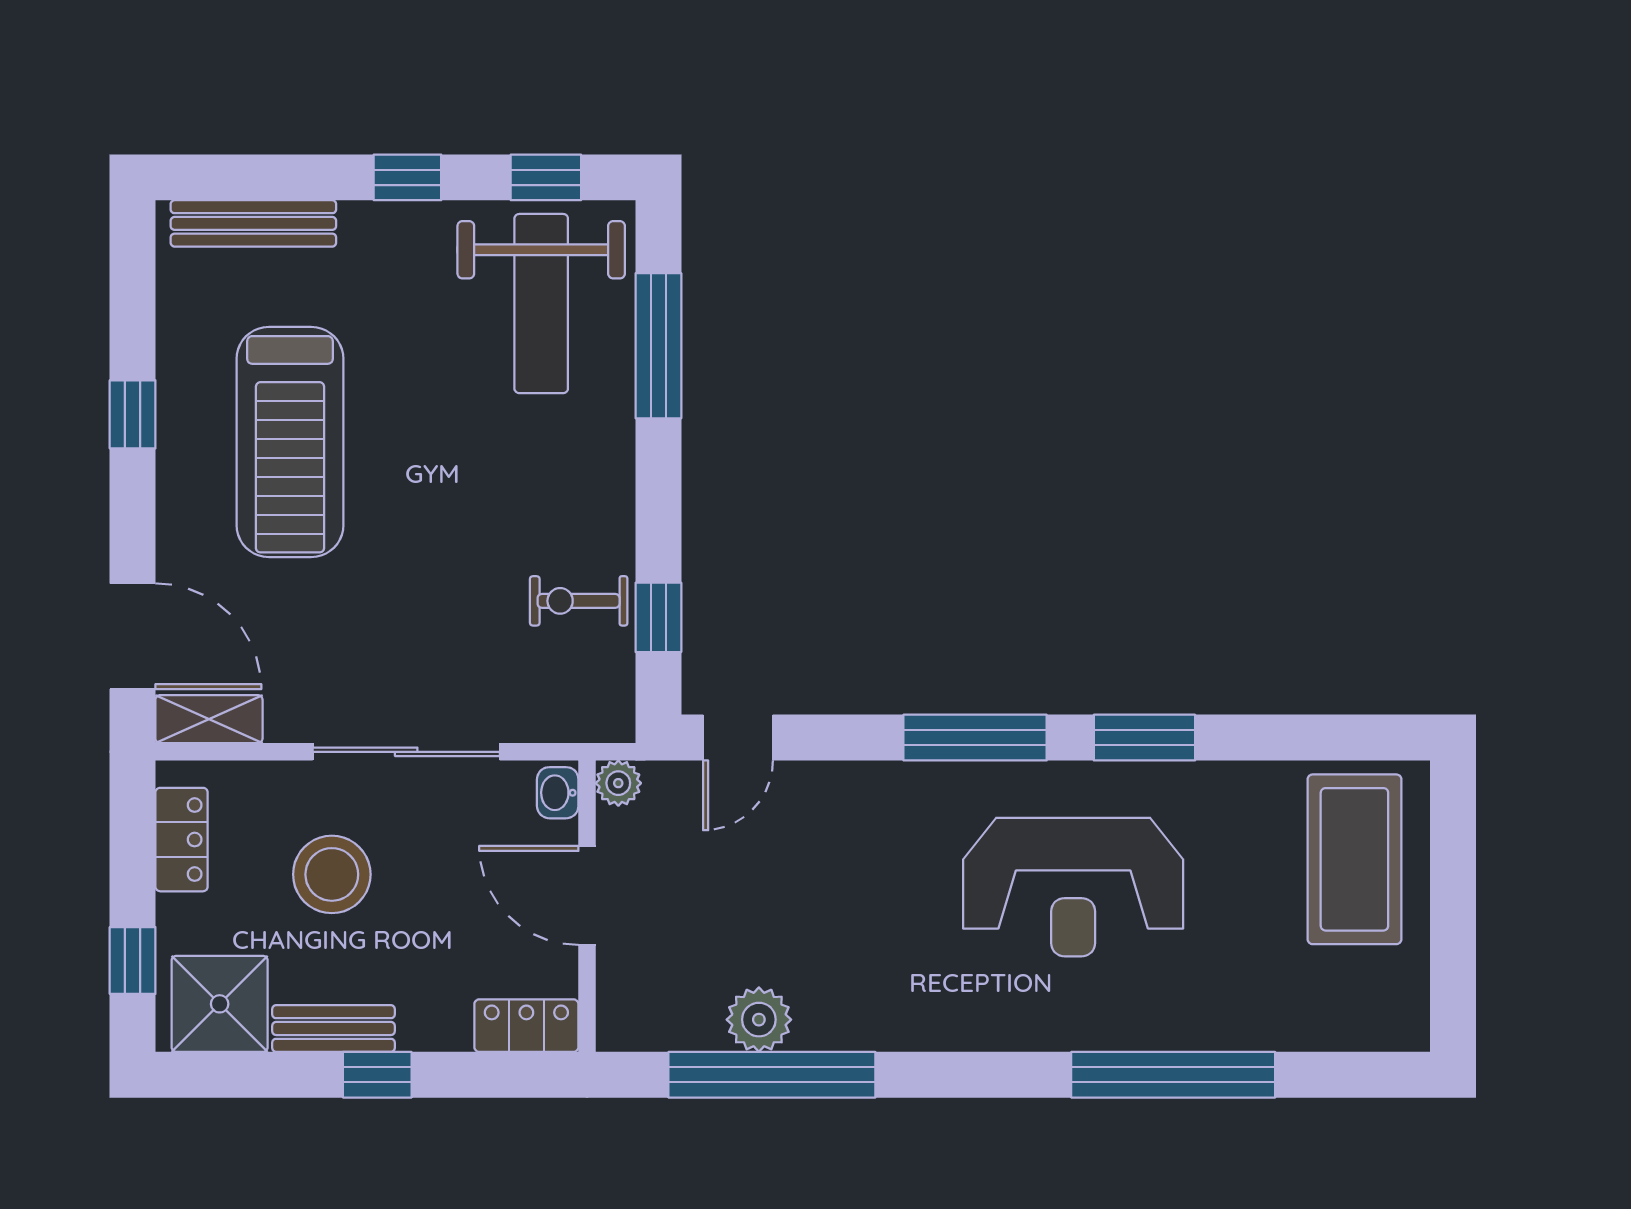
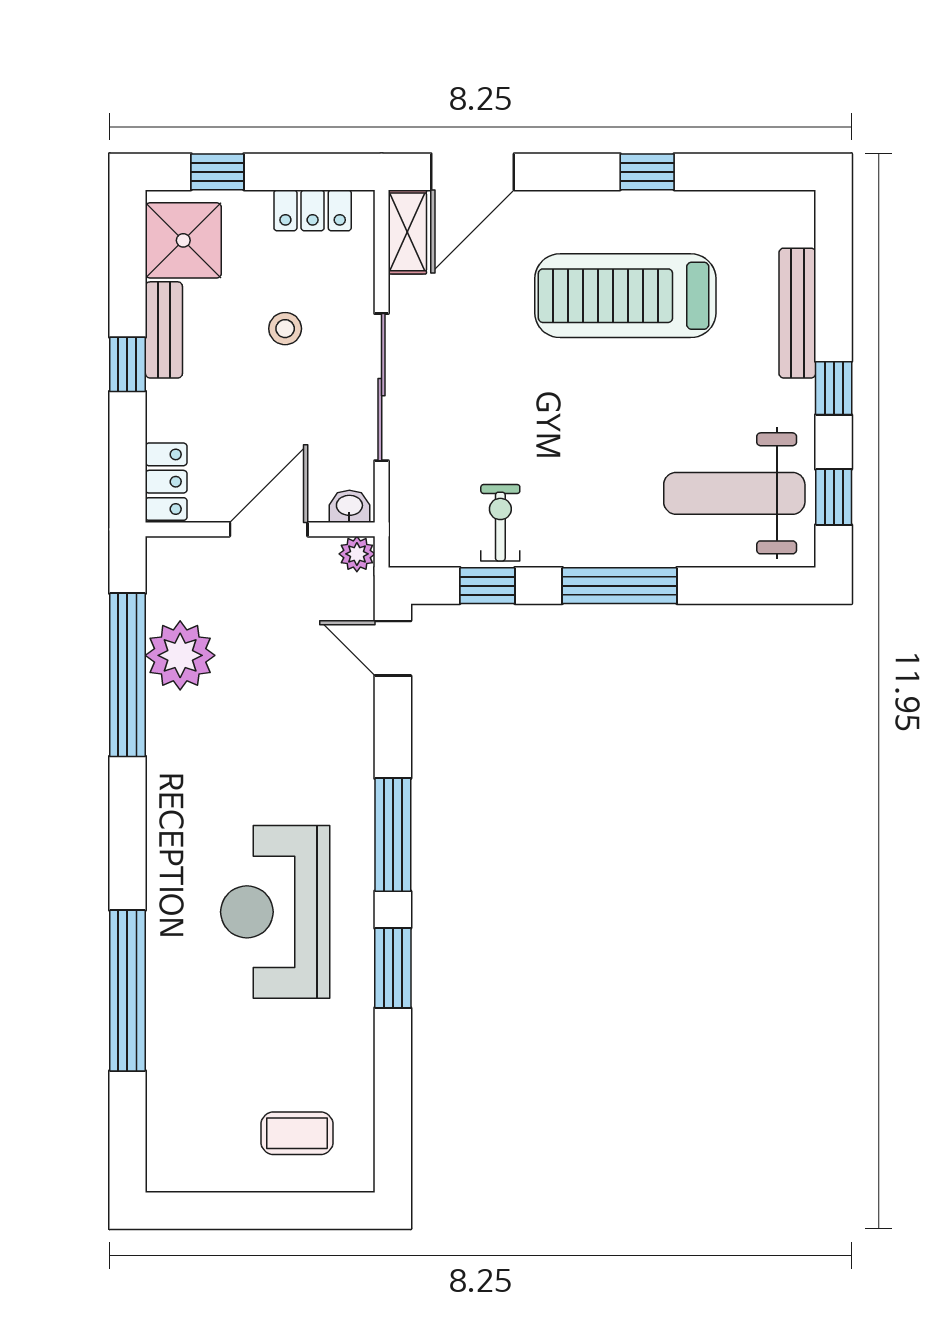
bench: (253, 223) -> (797, 313), moved
window: (658, 346) -> (620, 586), moved
coffee table: (1354, 859) -> (297, 1133), width x0.54, depth x0.58
stool: (332, 874) -> (285, 329), width x0.53, depth x0.53
plant: (759, 1020) -> (180, 655), width x1.36, depth x1.36

